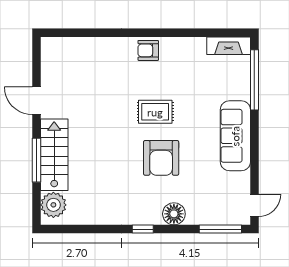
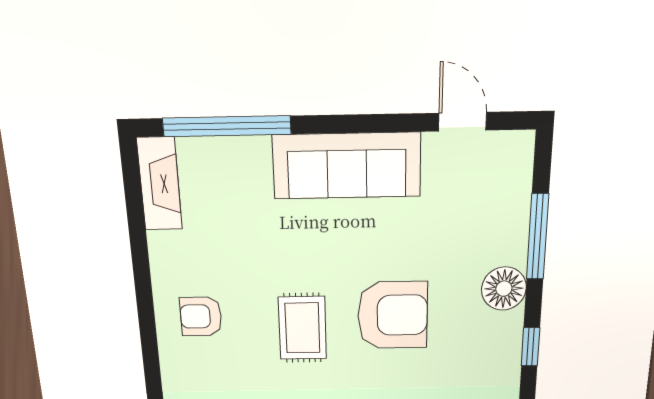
armchair: (148, 50) -> (201, 316), moved, turned 90
door: (254, 205) -> (462, 122), moved
window: (220, 229) -> (538, 237), moved

